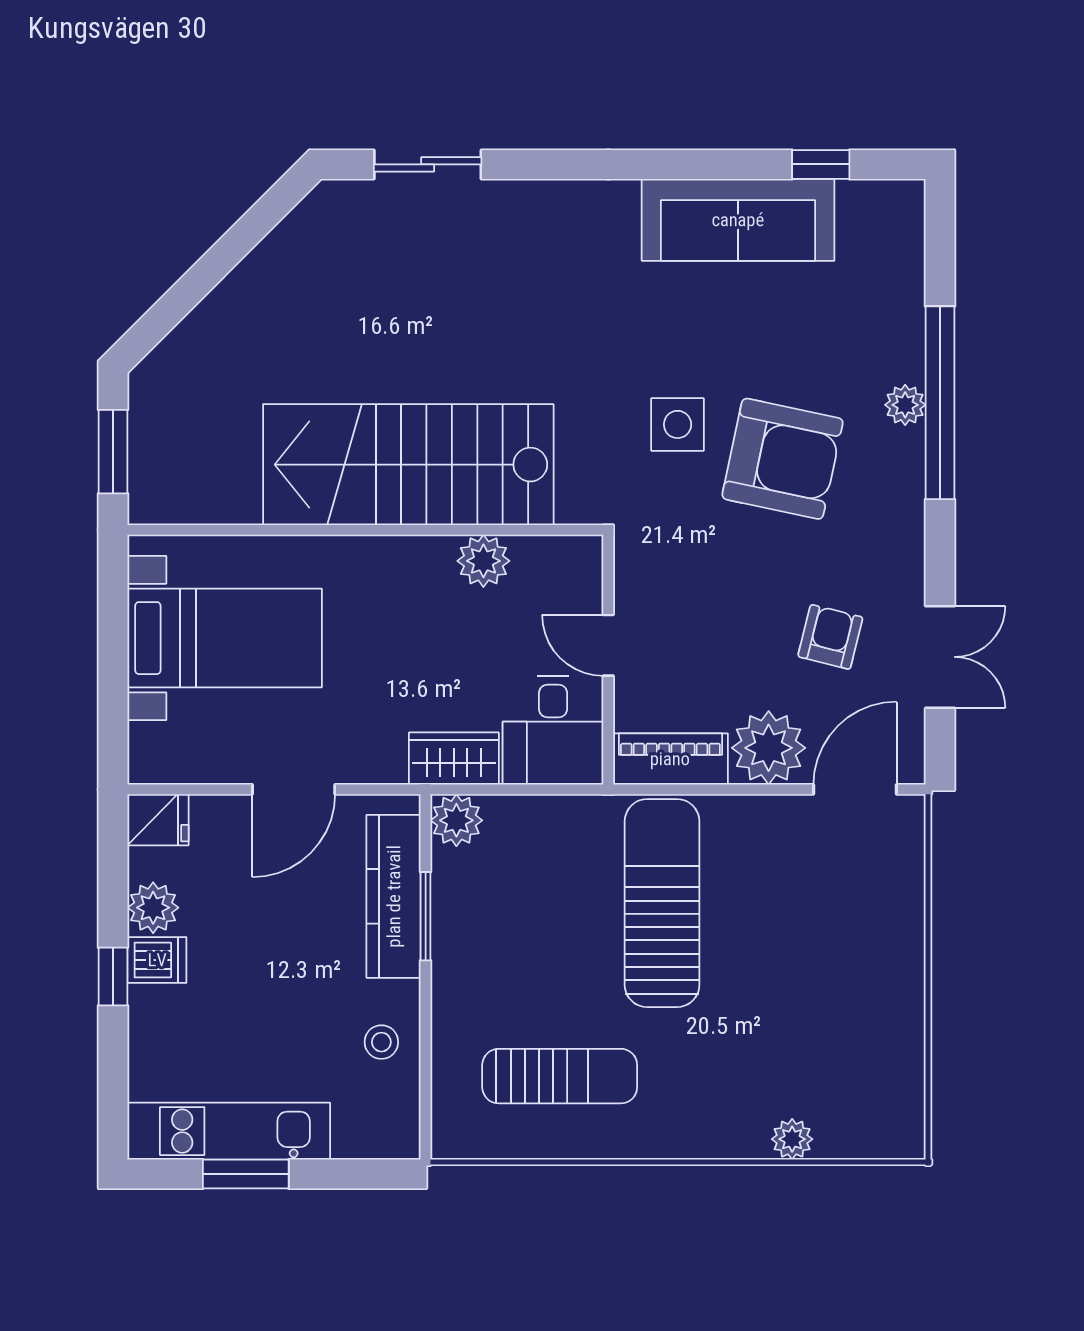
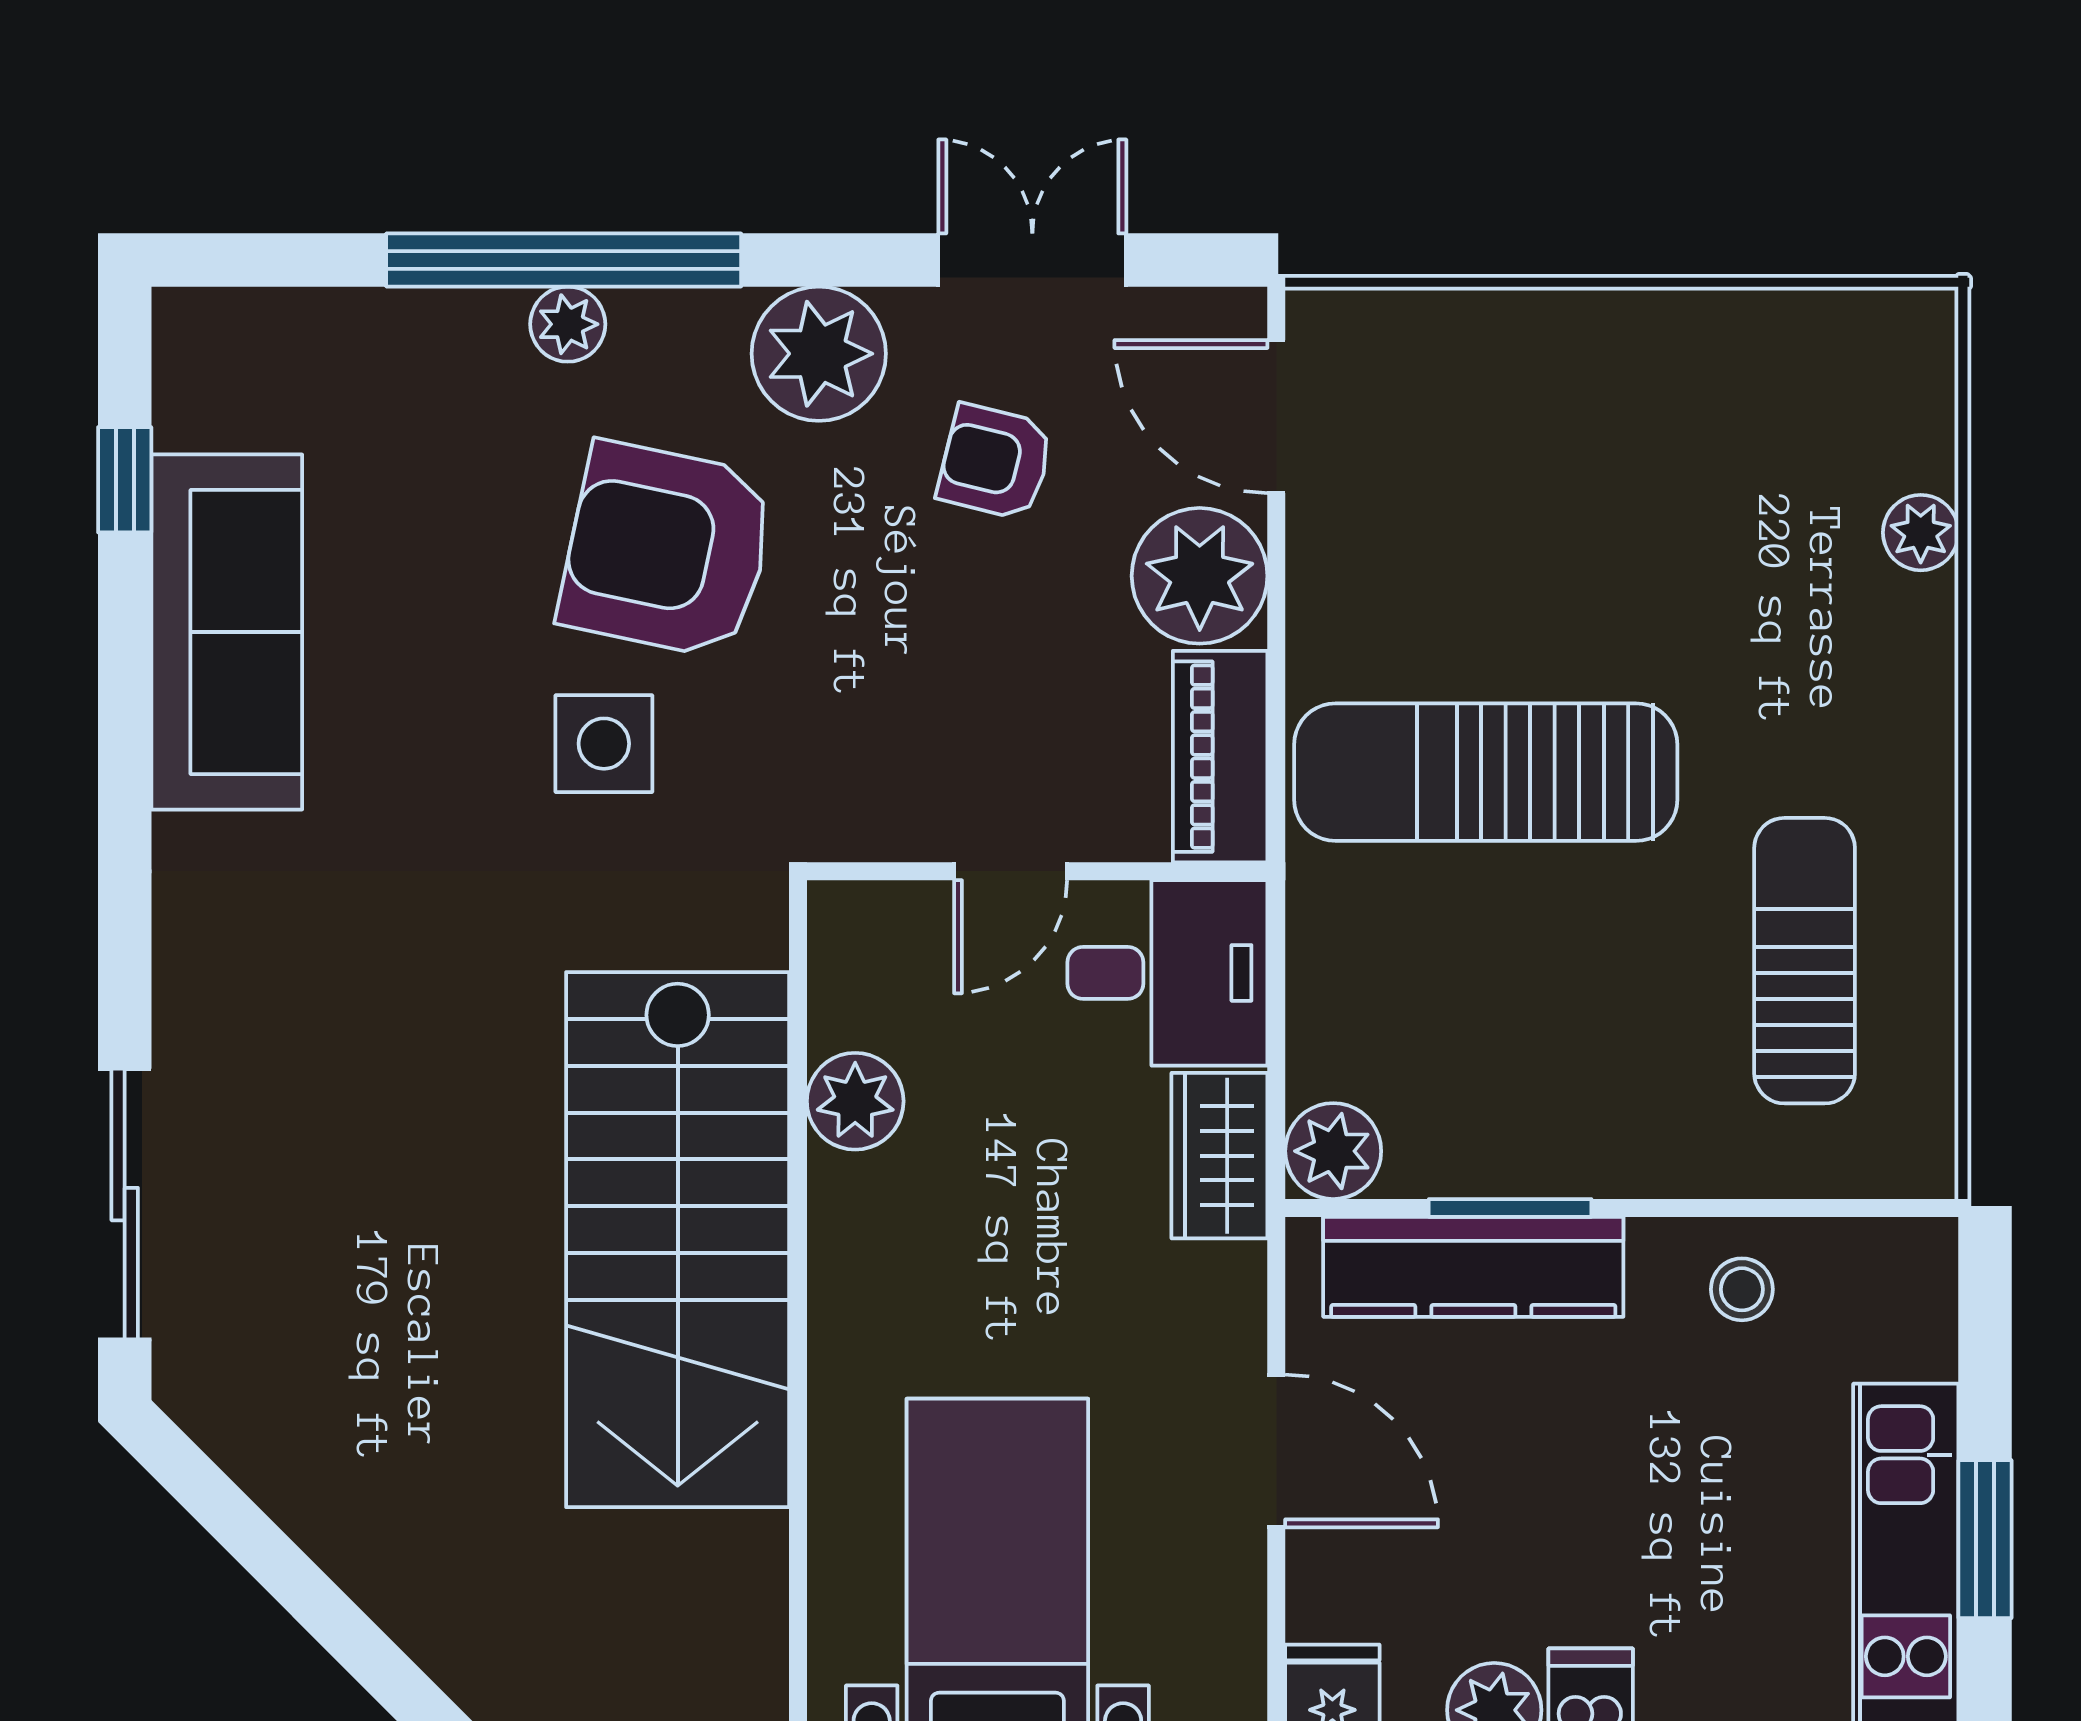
sliding door: (428, 164) -> (125, 1204), width x1.37
armchair: (783, 459) -> (667, 550), turned -90
plant: (889, 541) -> (819, 354), added

